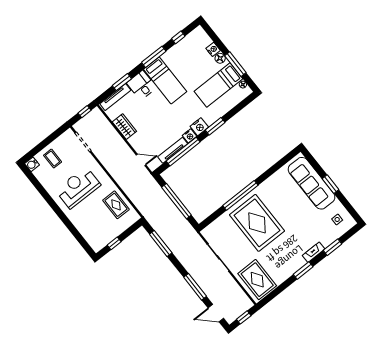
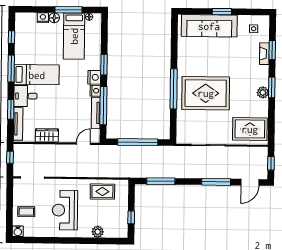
plant: (82, 226) -> (98, 232), added
fireplace: (314, 252) -> (264, 54), moved
plant: (294, 267) -> (263, 92), added

